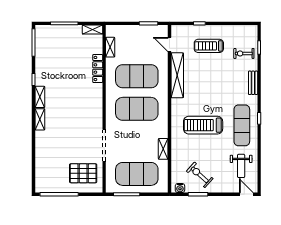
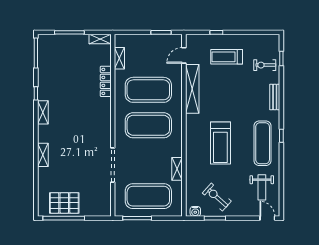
door: (169, 45) -> (184, 55), hinge flipped
shelving: (40, 119) -> (43, 155), moved
treadmill: (203, 125) -> (220, 143), turned -90
pallet: (83, 173) -> (64, 203), moved

